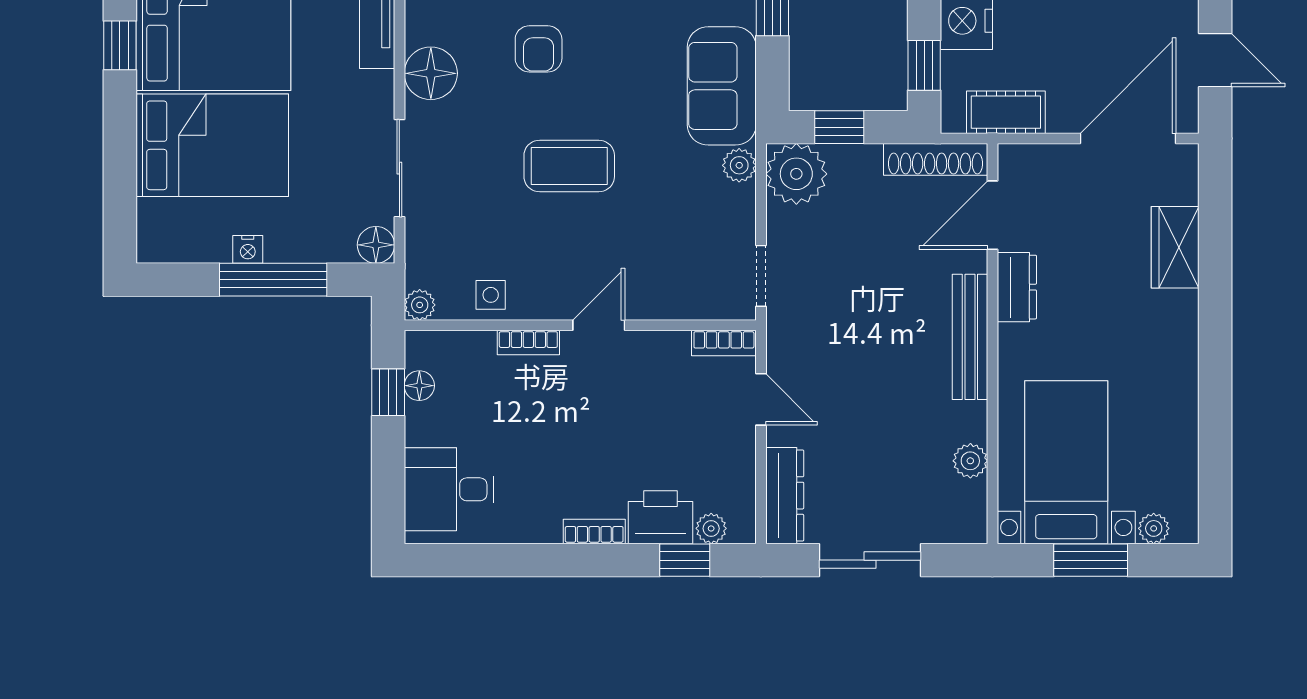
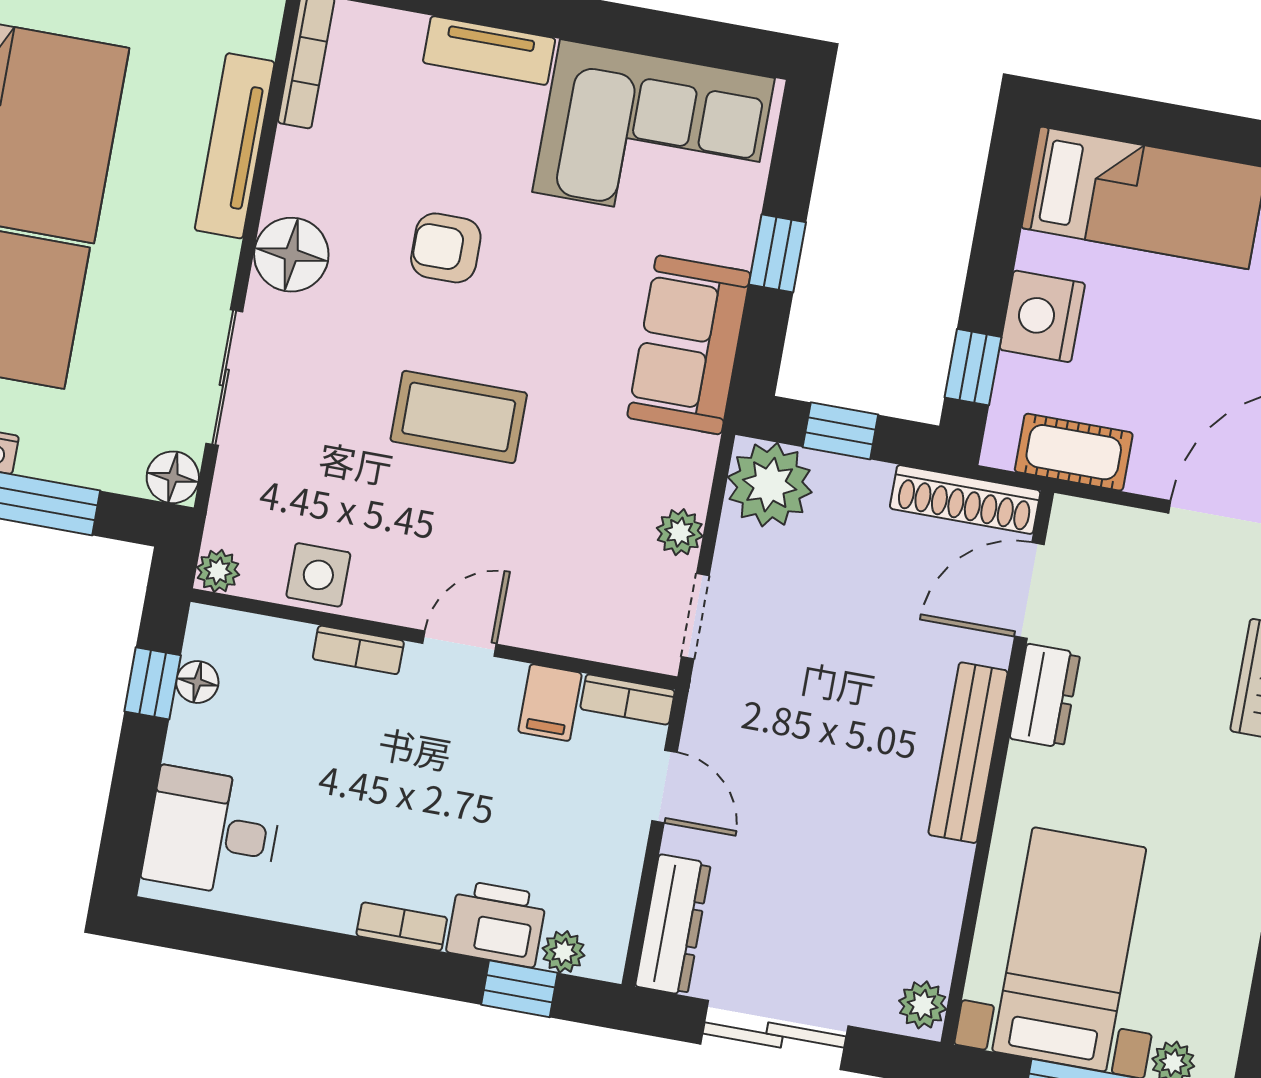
armchair: (539, 49) -> (446, 248), turned 90
plant: (739, 165) -> (680, 532), moved
side table: (491, 295) -> (318, 575), width x1.37, depth x1.37
filing cabinet: (670, 355) -> (550, 703), added
plant: (970, 461) -> (923, 1005), moved

